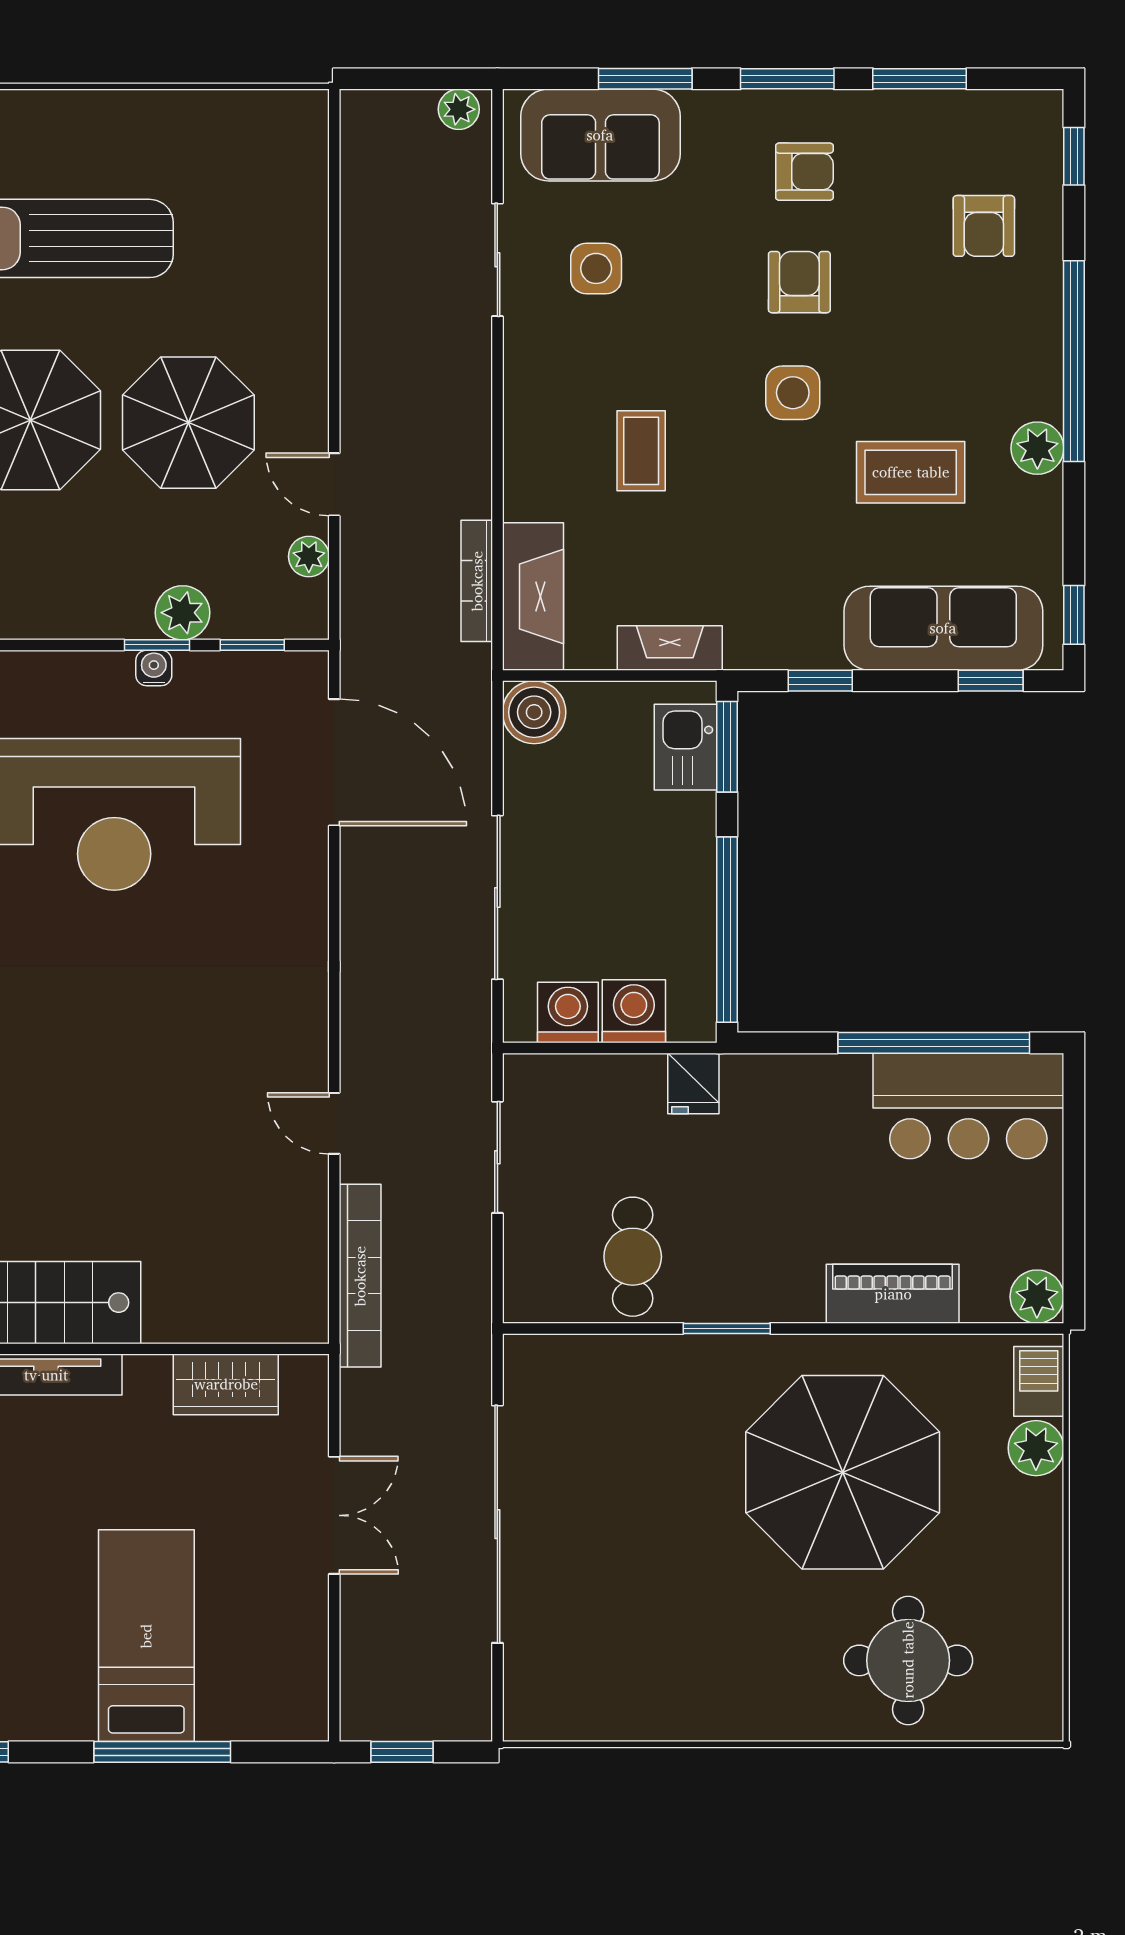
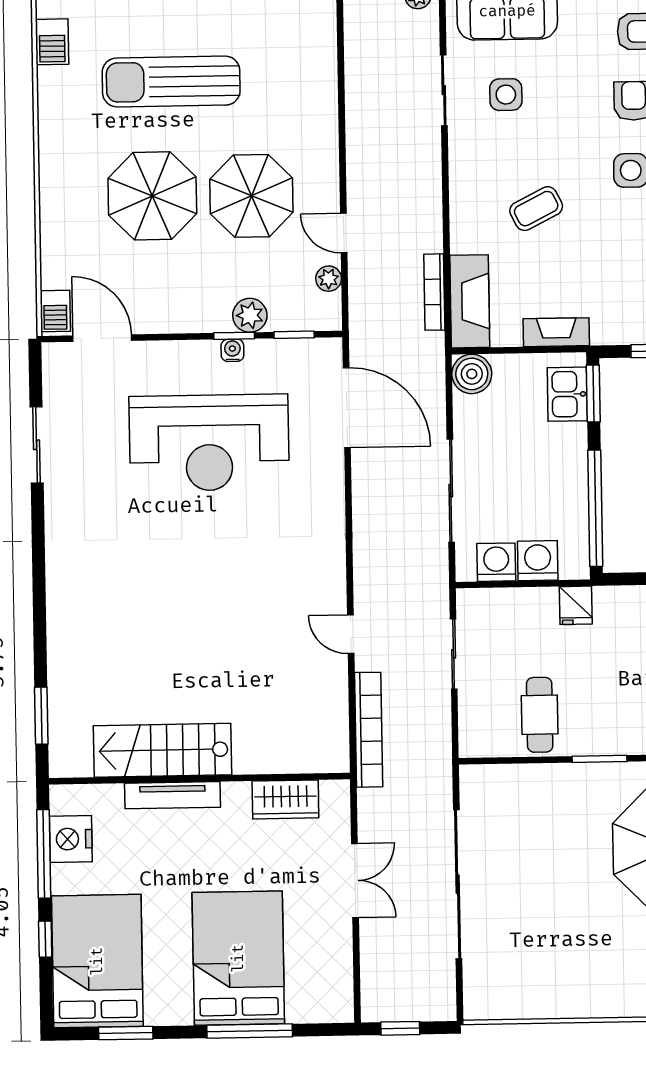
coffee table: (641, 451) -> (536, 209), turned 63
bed: (146, 1636) -> (238, 958), width x1.50

